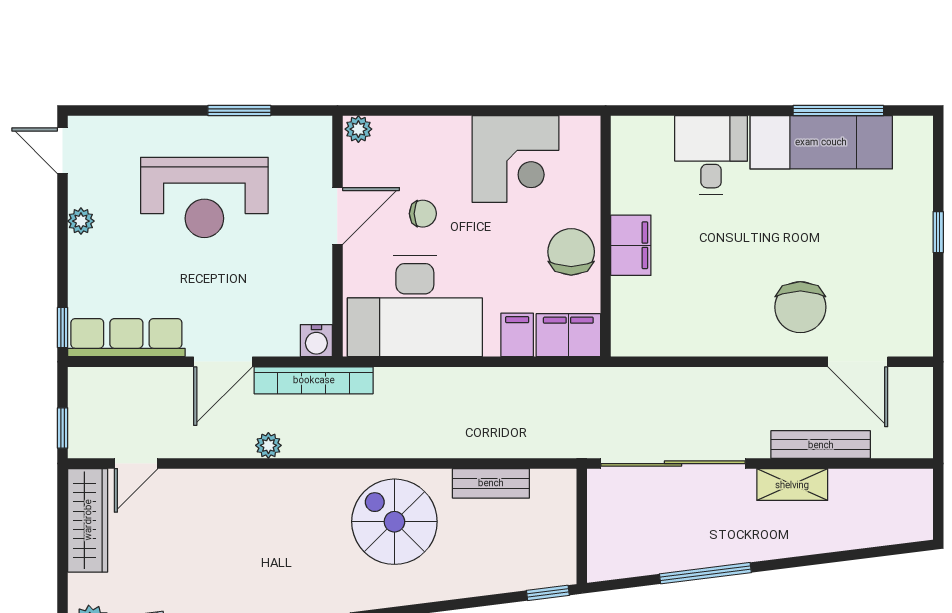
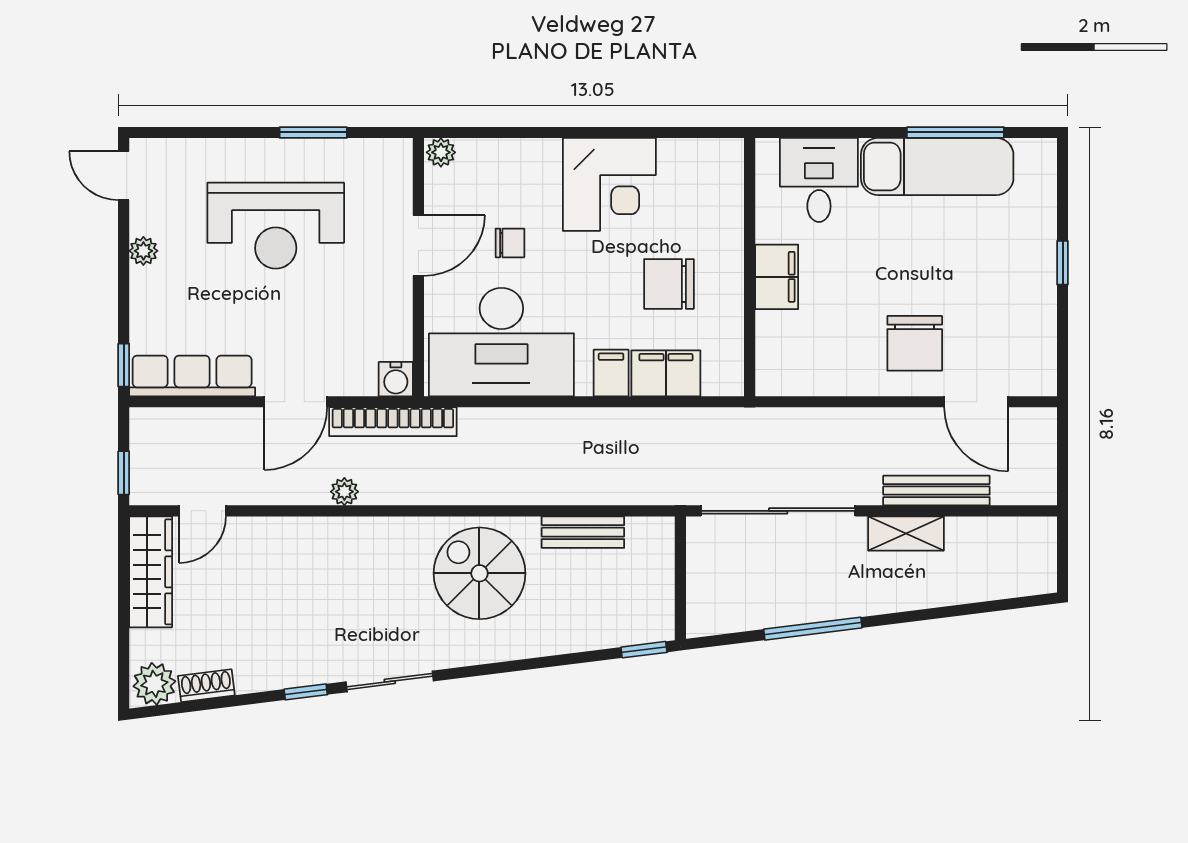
wall: (606, 236) -> (750, 267), moved
filing cabinet: (631, 245) -> (777, 277), moved
chair: (571, 252) -> (669, 284), turned -90

